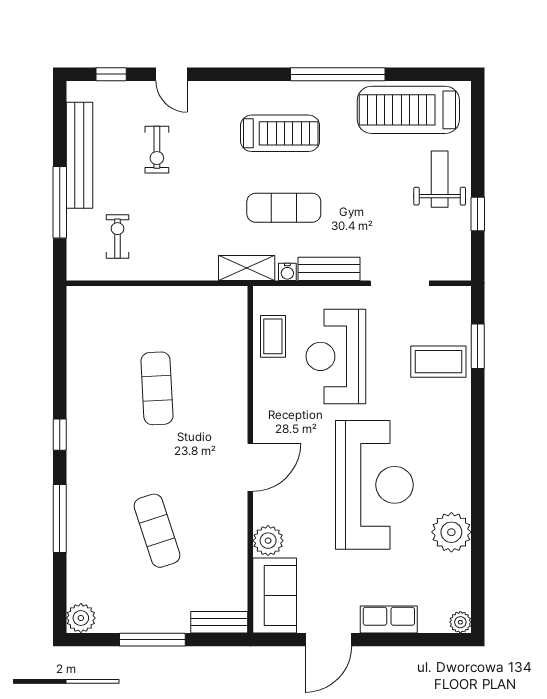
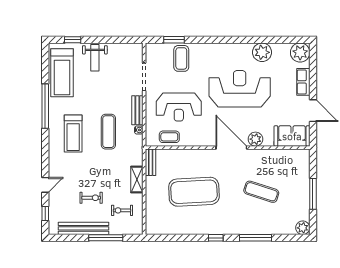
treadmill: (280, 133) -> (73, 133), turned 180
exercise bike: (157, 150) -> (91, 198), moved
weight bench: (440, 179) -> (95, 58), turned -90
window: (478, 214) -> (73, 40), moved
shelving: (247, 268) -> (137, 179), moved
exercise mat: (157, 388) -> (194, 192), width x2.00, depth x1.45
door: (250, 467) -> (231, 148), width x1.36
exercise mat: (157, 531) -> (261, 192), turned 36
plant: (268, 541) -> (255, 139), moved
bench: (219, 622) -> (151, 162), moved
plant: (460, 622) -> (300, 53), width x1.88, depth x1.88

